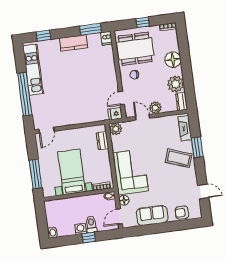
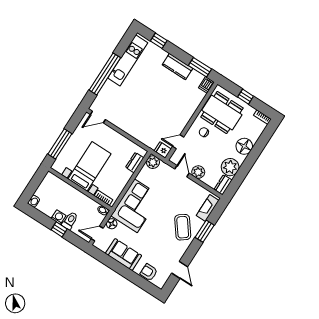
coffee table: (179, 158) -> (183, 227), turned 33

